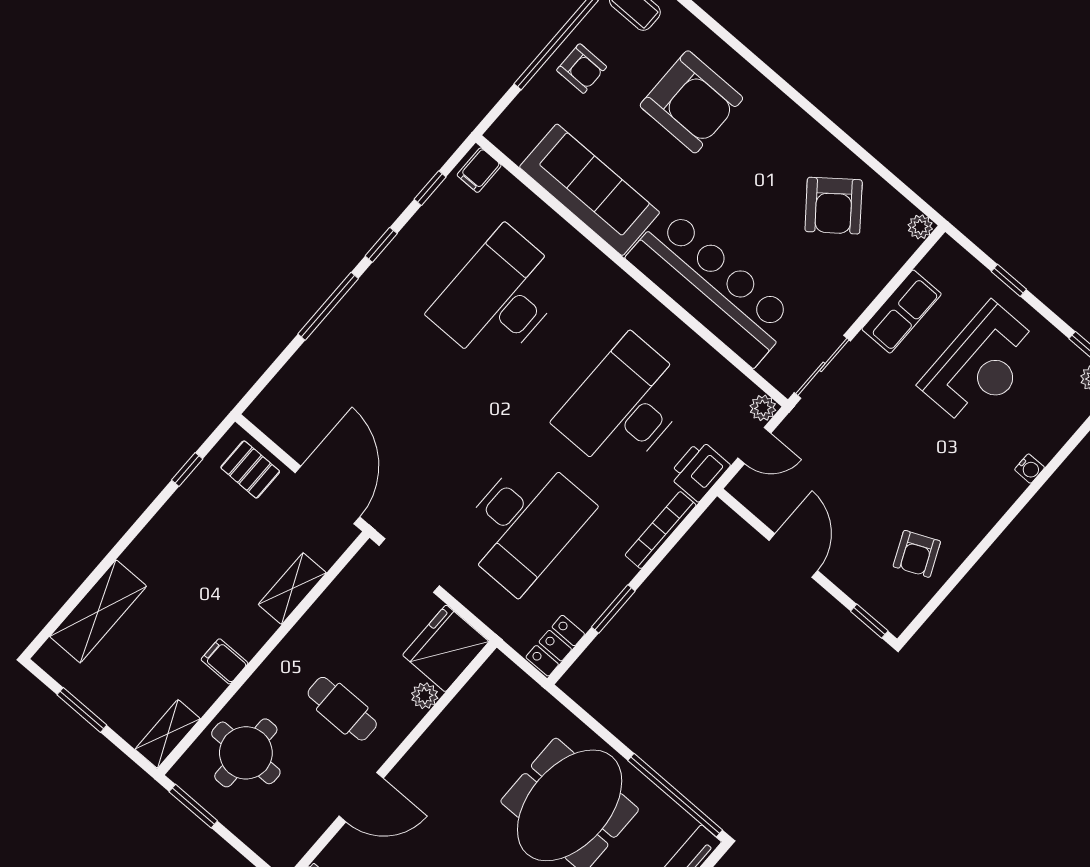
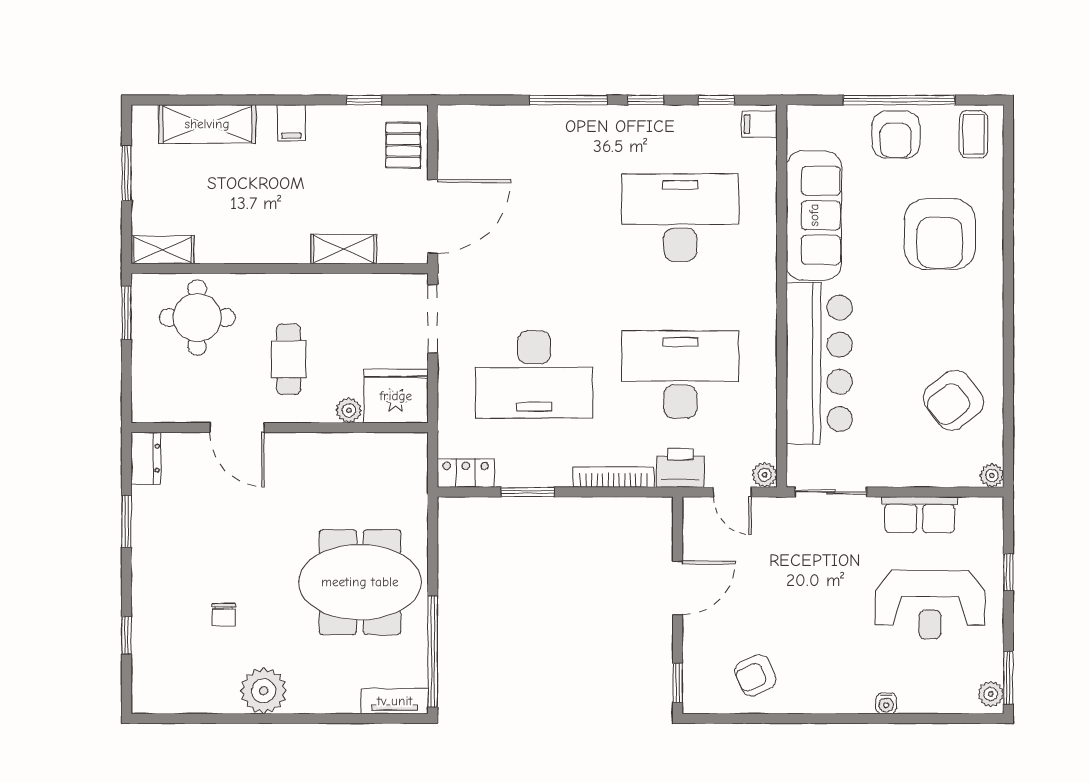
armchair: (582, 69) -> (896, 135), width x1.38, depth x1.38
filing cabinet: (224, 661) -> (291, 123), moved, turned 180

